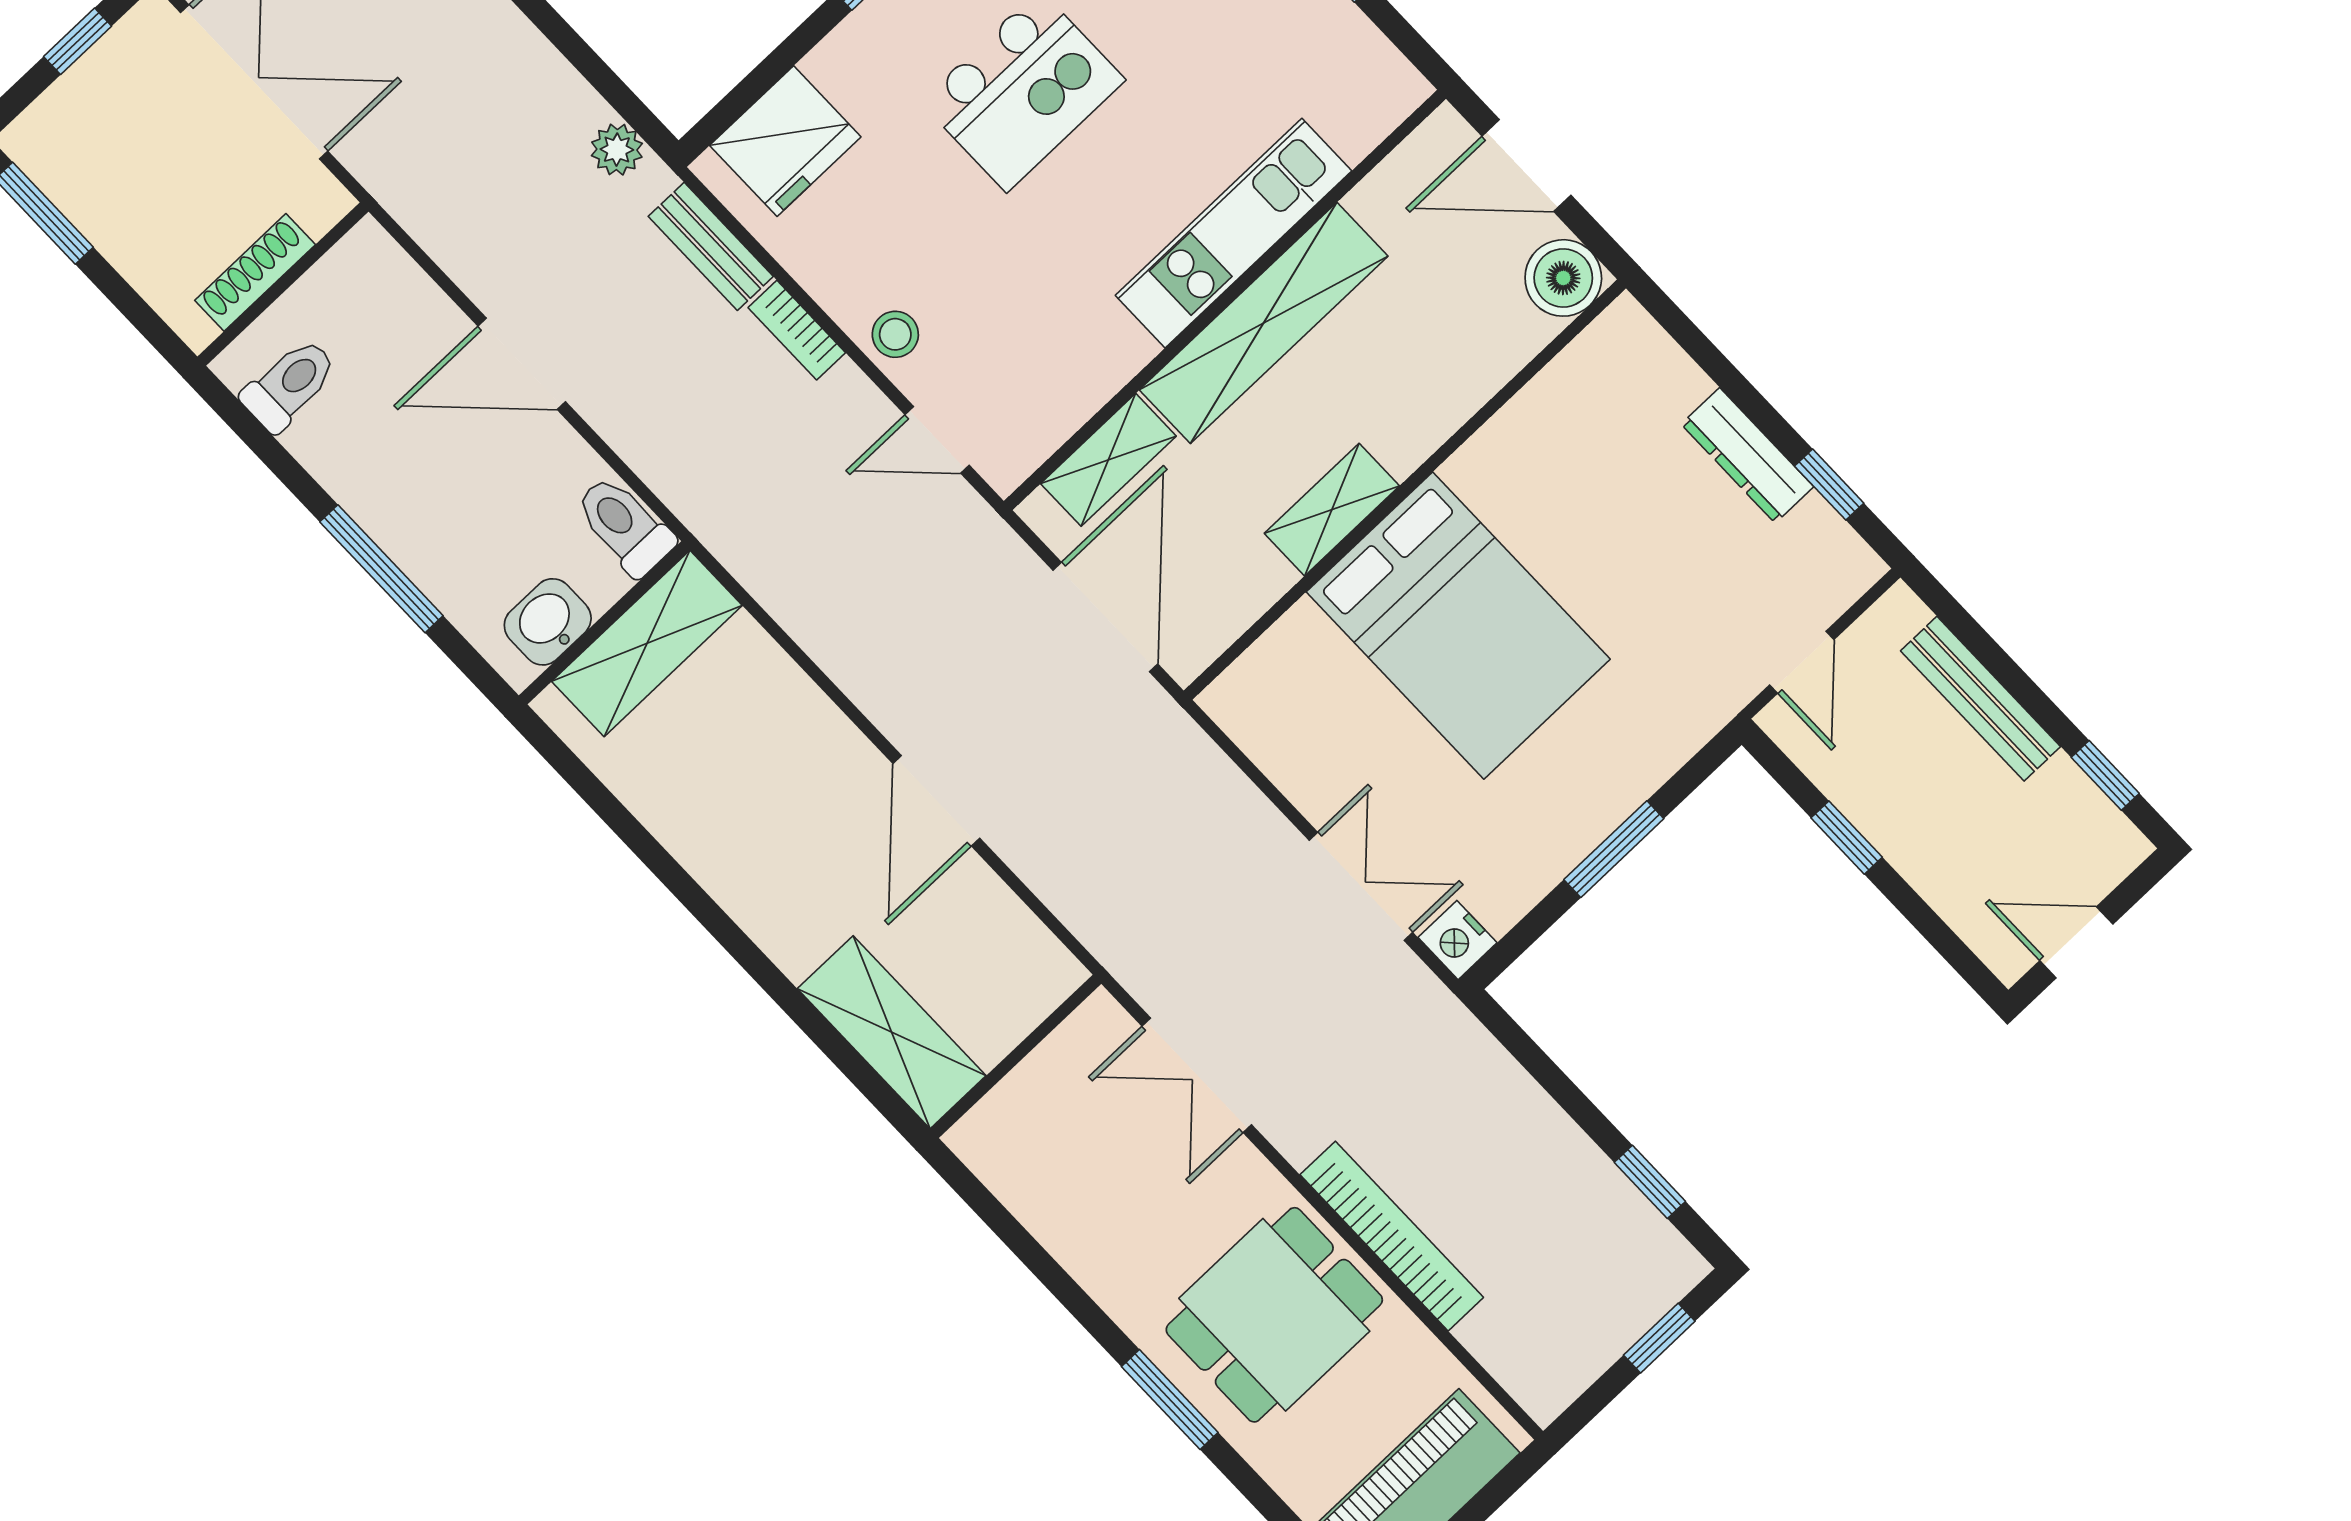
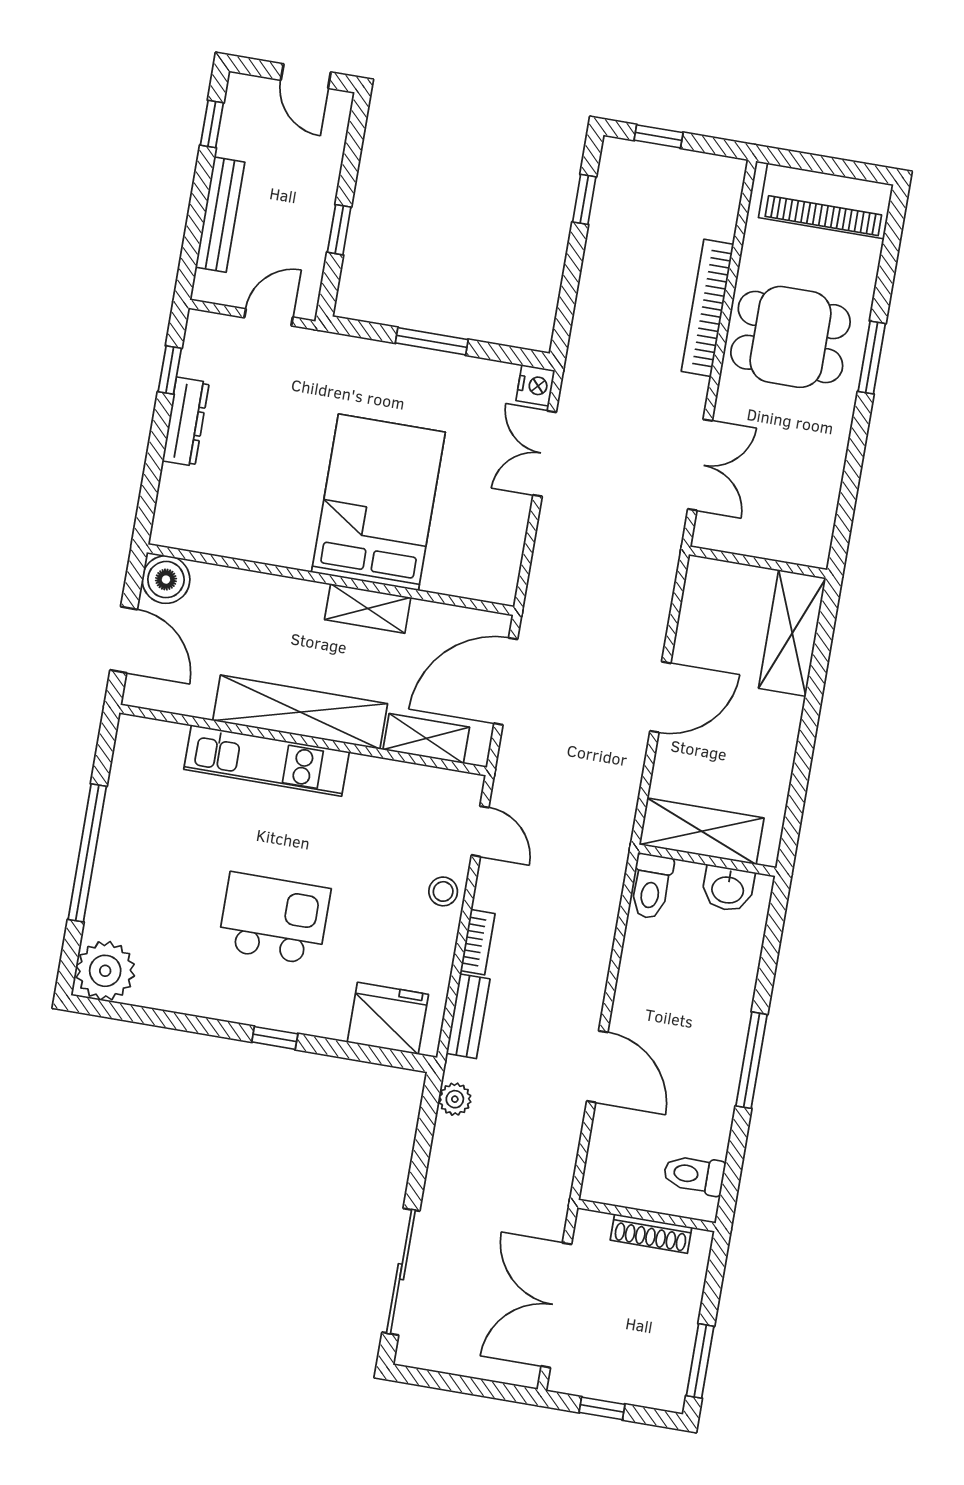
toilet: (624, 526) -> (651, 886), moved
washbasin: (548, 622) -> (728, 889), moved
wall: (604, 623) -> (707, 860), moved
shelving: (647, 643) -> (702, 831), moved

